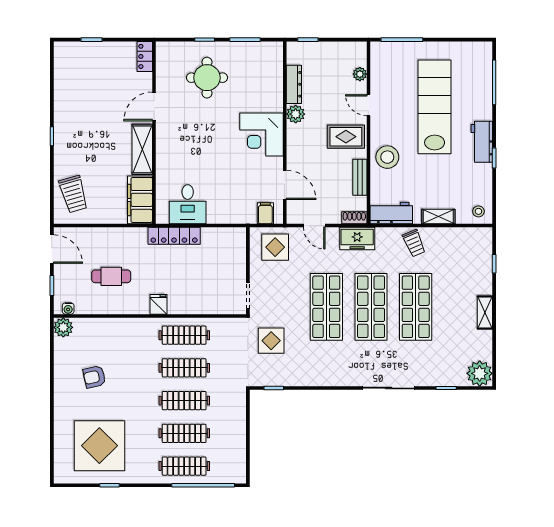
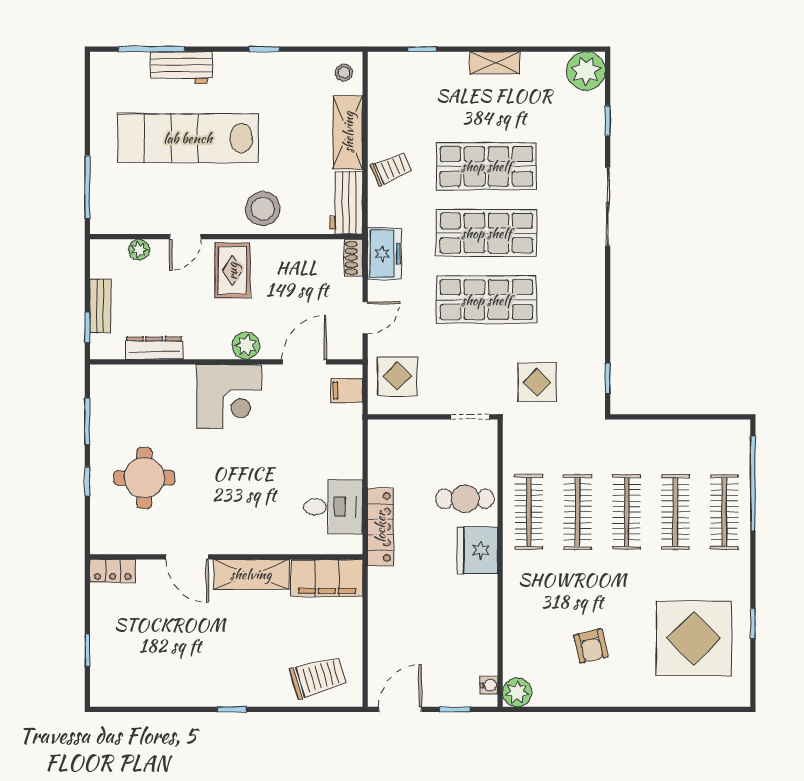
plant: (296, 114) -> (246, 346), moved
workbench: (482, 142) -> (181, 67), moved
bench: (360, 177) -> (100, 306), moved, turned 90
shelving: (438, 216) -> (348, 132), width x1.50, depth x1.33
cafe table: (111, 276) -> (465, 499), moved, turned 90
fridge: (159, 304) -> (478, 550), width x1.88, depth x1.34

